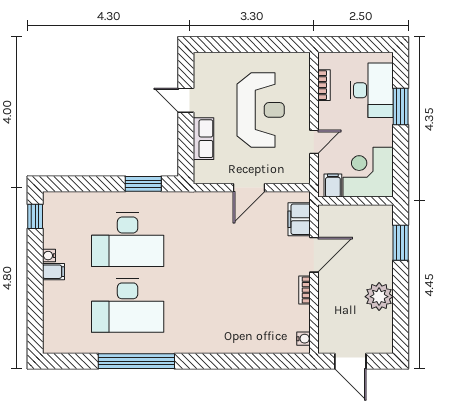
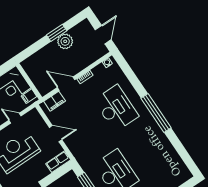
row of seats: (203, 139) -> (58, 162), moved
window: (401, 243) -> (57, 33), moved
desk: (128, 305) -> (116, 108), moved
window: (136, 361) -> (156, 113), moved

